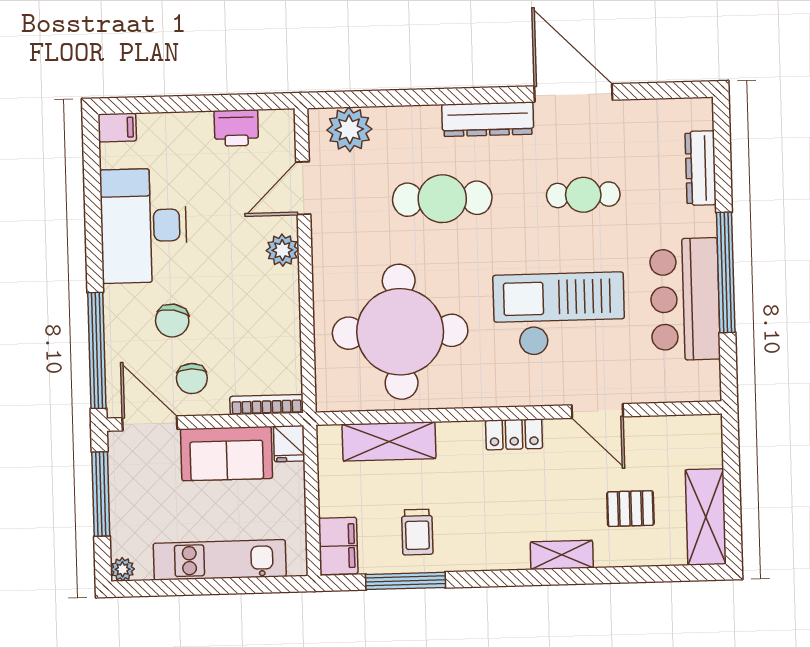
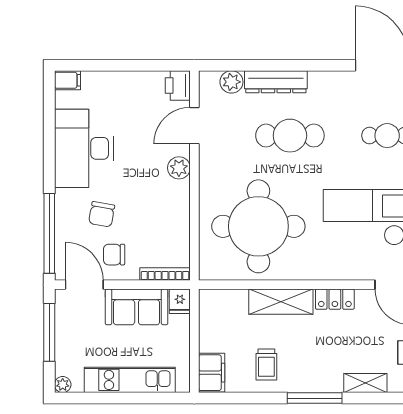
dresser: (488, 119) -> (276, 82), moved
printer: (236, 128) -> (178, 85), moved, turned 90
plant: (349, 129) -> (231, 82), width x0.73, depth x0.73
chair: (192, 379) -> (114, 255), turned 90
shelving: (389, 441) -> (281, 302), moved
window: (406, 581) -> (315, 398), moved

